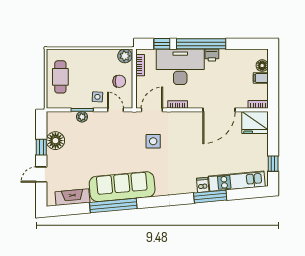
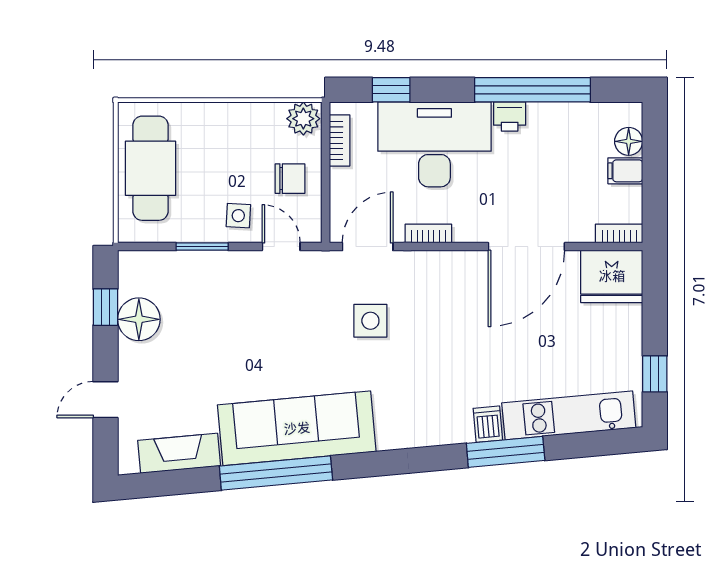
window: (201, 44) -> (532, 90), moved
cafe table: (60, 77) -> (150, 168), width x1.37, depth x1.35
plant: (82, 117) -> (202, 263), removed
window: (41, 147) -> (105, 307), moved

